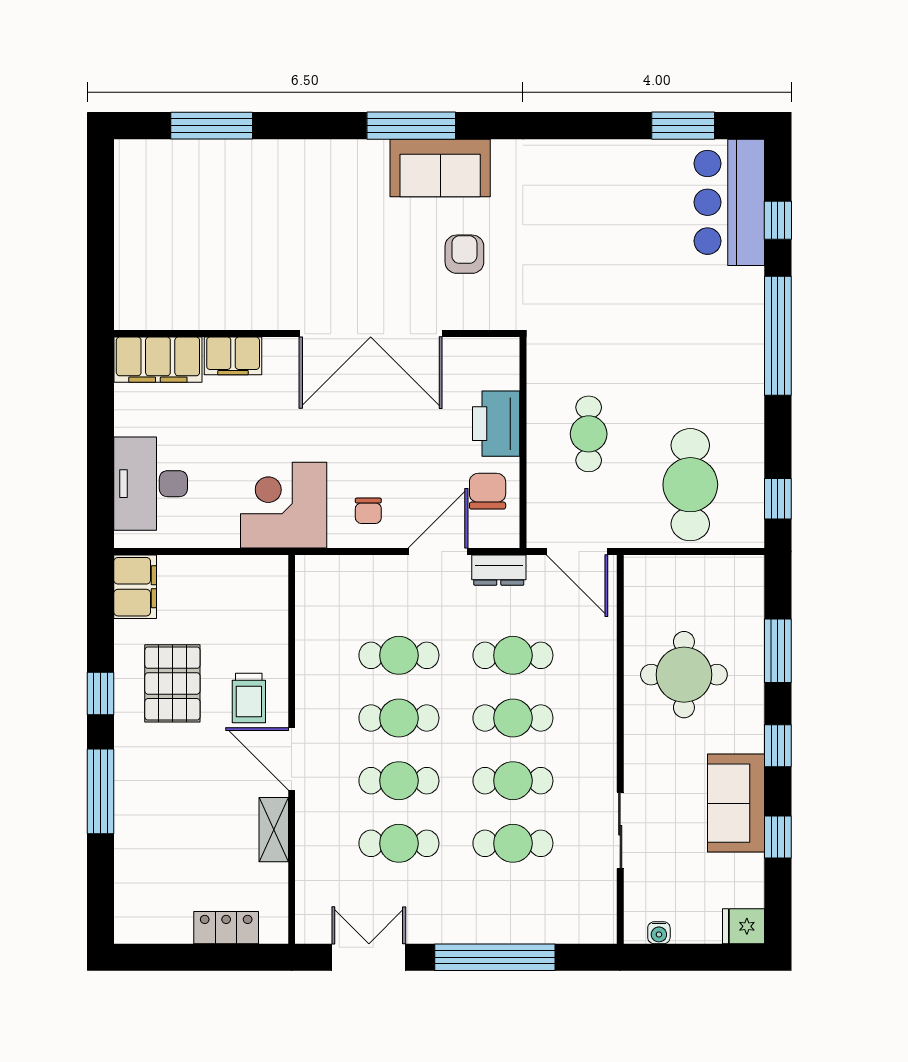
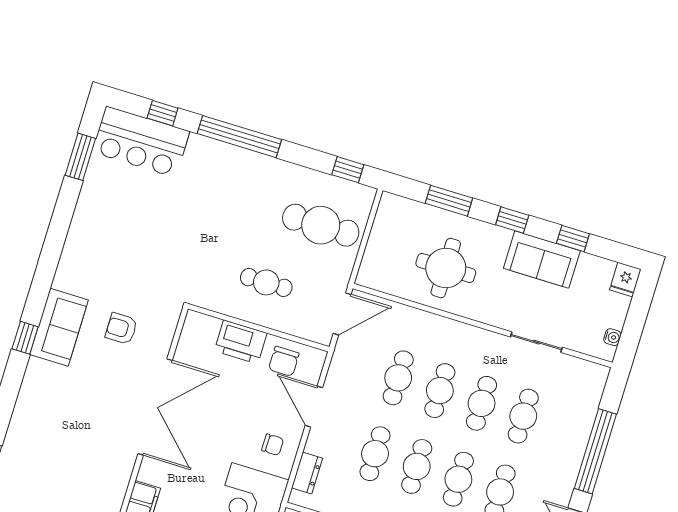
window: (411, 126) -> (25, 338), width x0.46
chair: (488, 491) -> (284, 361), turned -90
dresser: (499, 570) -> (307, 473), moved

